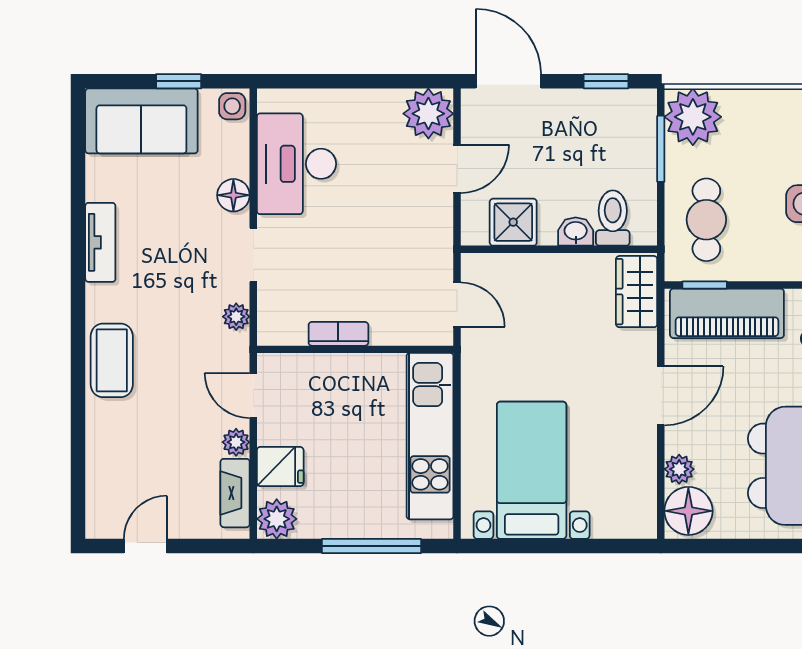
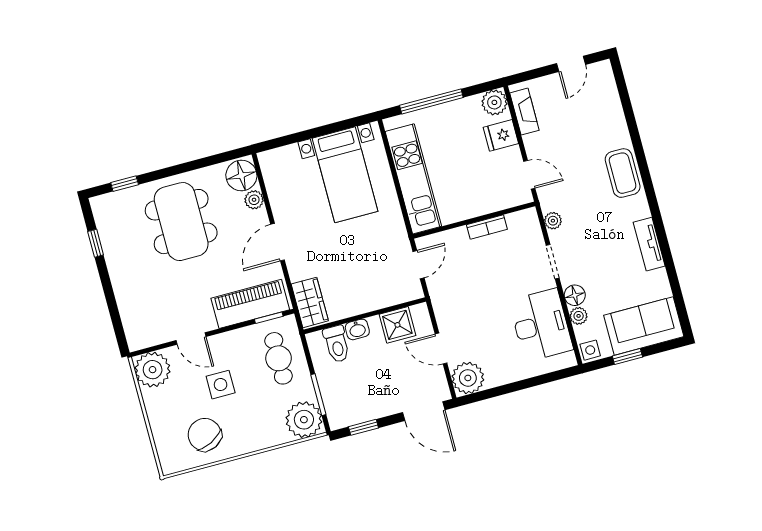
door: (457, 169) -> (441, 349), hinge flipped
door: (457, 305) -> (419, 265), swing flipped
plant: (236, 442) -> (579, 316), moved

